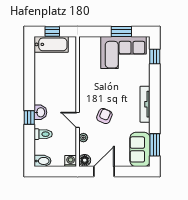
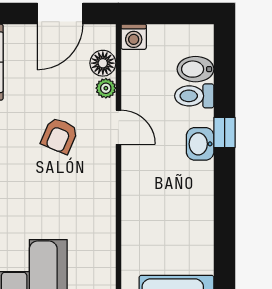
floor lamp: (85, 160) -> (103, 63), moved
bidet: (42, 161) -> (196, 69), moved

